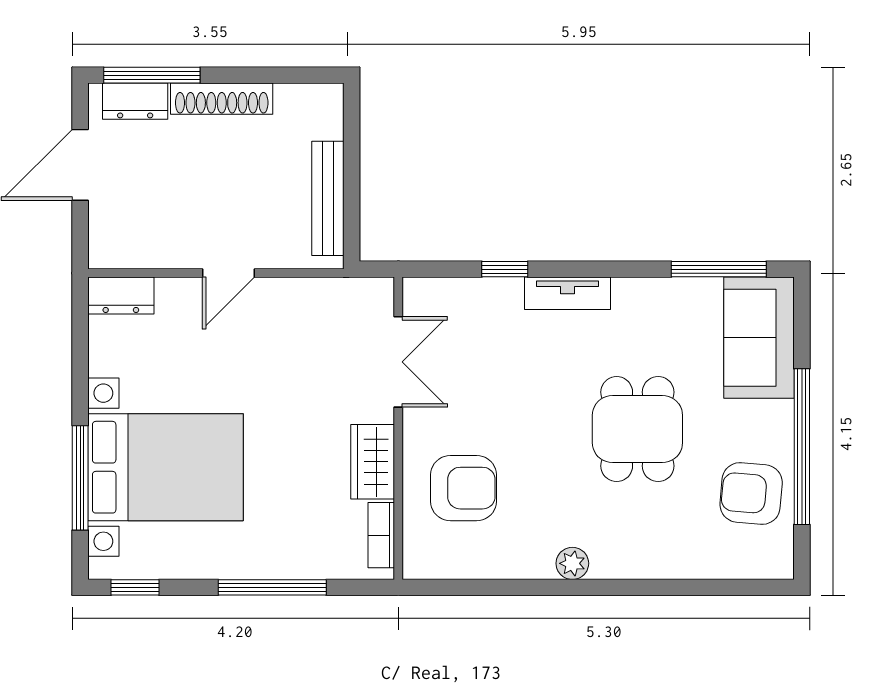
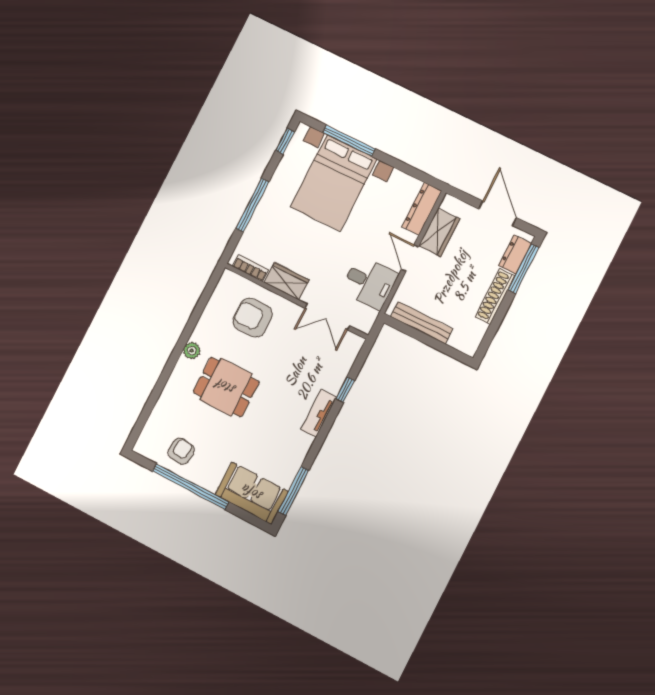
wardrobe: (161, 246) -> (439, 232), added
dresser: (121, 295) -> (422, 209), width x1.44
desk: (304, 320) -> (369, 283), added
dining table: (637, 429) -> (226, 387), moved
armchair: (464, 488) -> (253, 318), turned 90
armchair: (751, 494) -> (181, 451), width x0.72, depth x0.72

